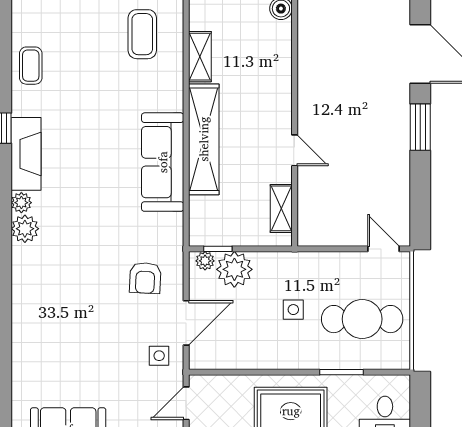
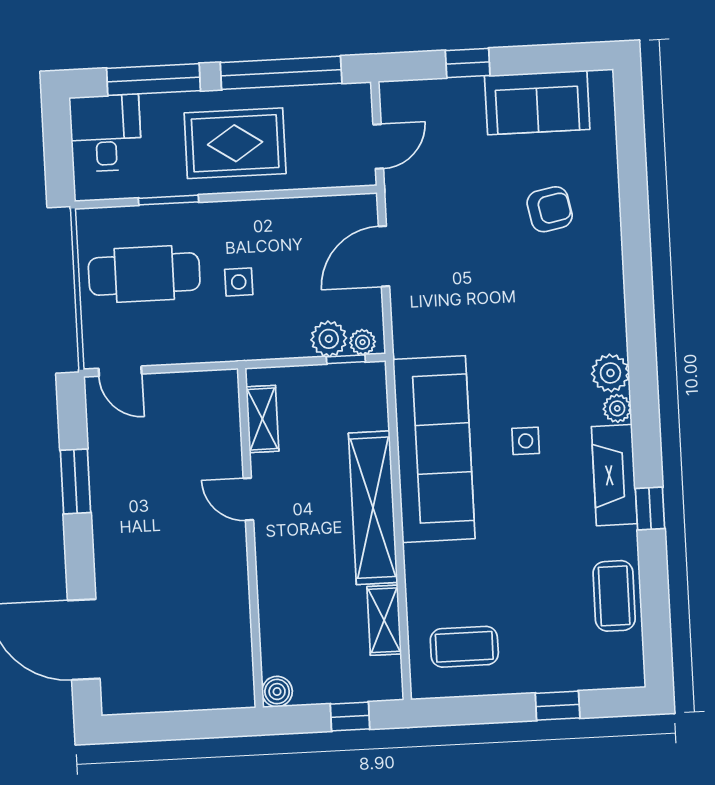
coffee table: (142, 34) -> (464, 647), turned 90
coffee table: (31, 66) -> (614, 596), width x1.36, depth x1.30
window: (420, 127) -> (76, 481), moved
sofa: (163, 162) -> (434, 449), width x1.36, depth x1.27
plant: (234, 269) -> (329, 339), width x0.73, depth x0.73
armchair: (145, 278) -> (550, 209), moved, turned 76
side table: (159, 356) -> (526, 441), moved

